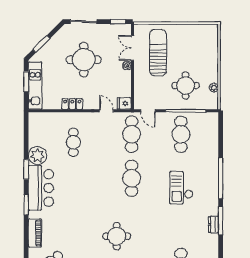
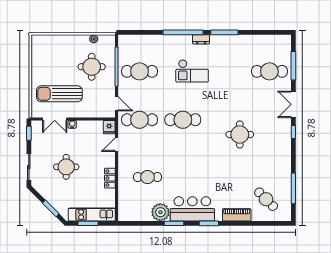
round table: (84, 60) -> (66, 167), width x0.73, depth x0.73
door: (148, 111) -> (117, 104), hinge flipped
dresser: (213, 225) -> (201, 39), moved

